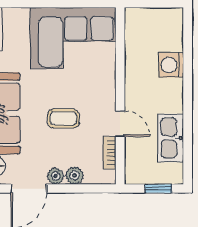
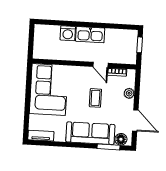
door: (120, 124) -> (100, 65), swing flipped
kitchen sink: (171, 138) -> (90, 35), moved
plant: (56, 176) -> (129, 104), removed

